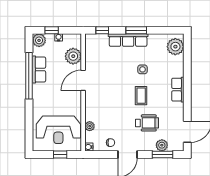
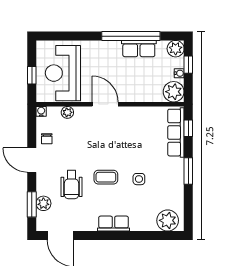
row of seats: (128, 40) -> (176, 133), moved
plant: (73, 56) -> (174, 92), moved
door: (83, 80) -> (105, 104), moved

